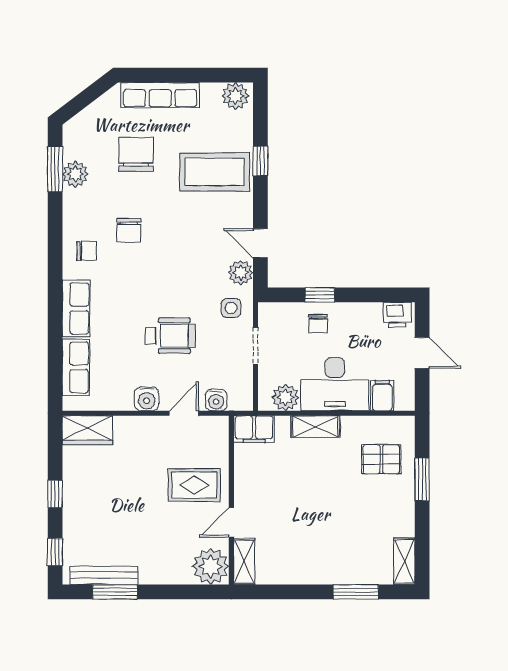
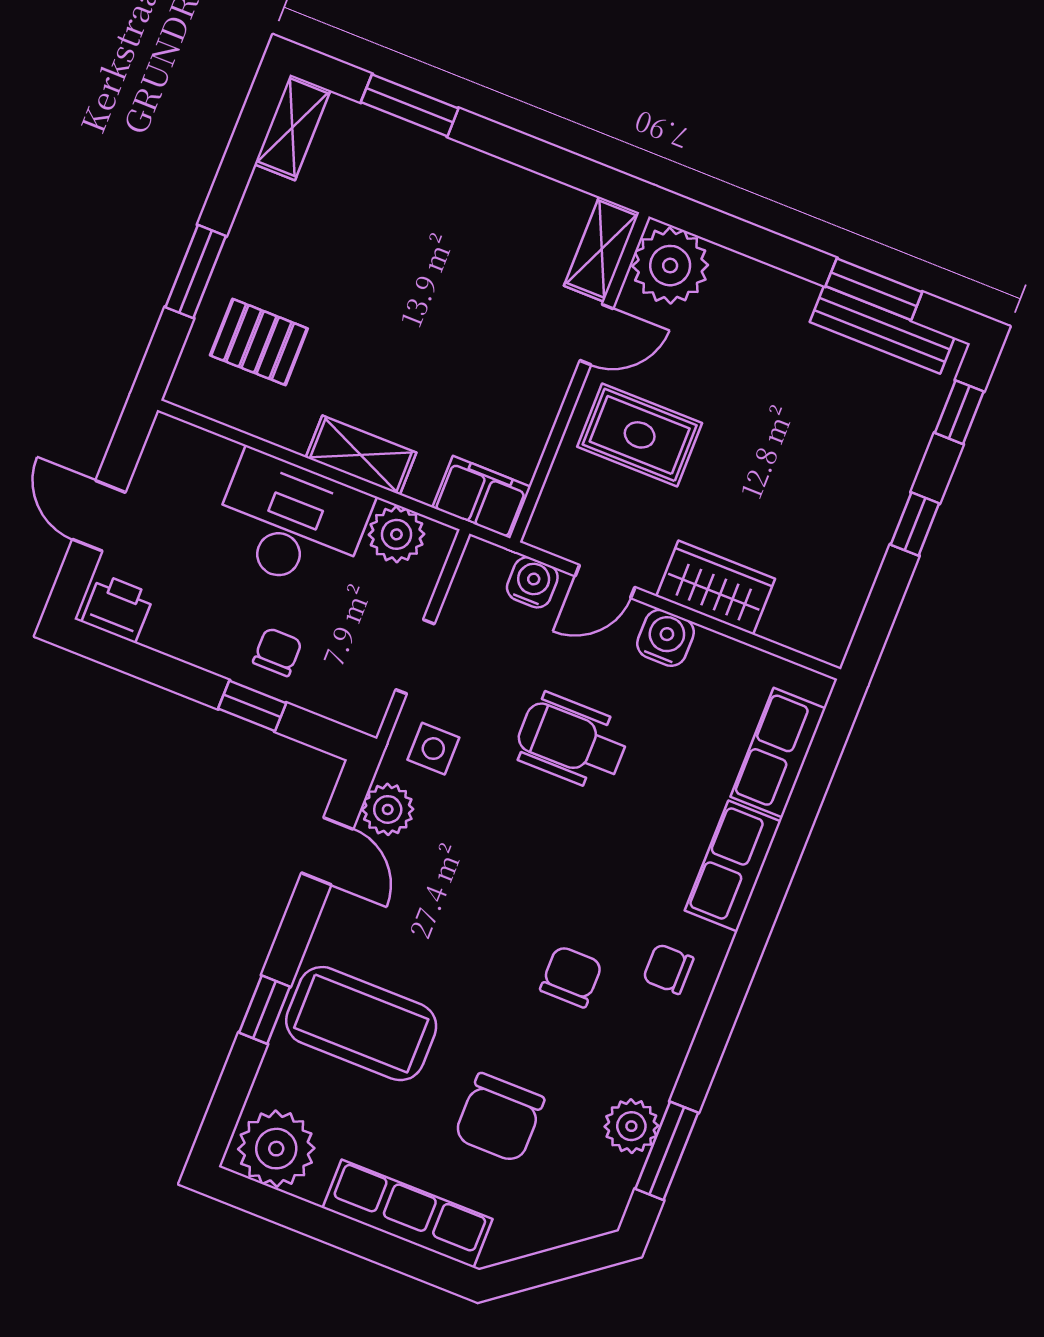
plant: (235, 96) -> (276, 1149), width x1.36, depth x1.36
filing cabinet: (382, 396) -> (209, 464), removed
wardrobe: (87, 430) -> (716, 587), moved

